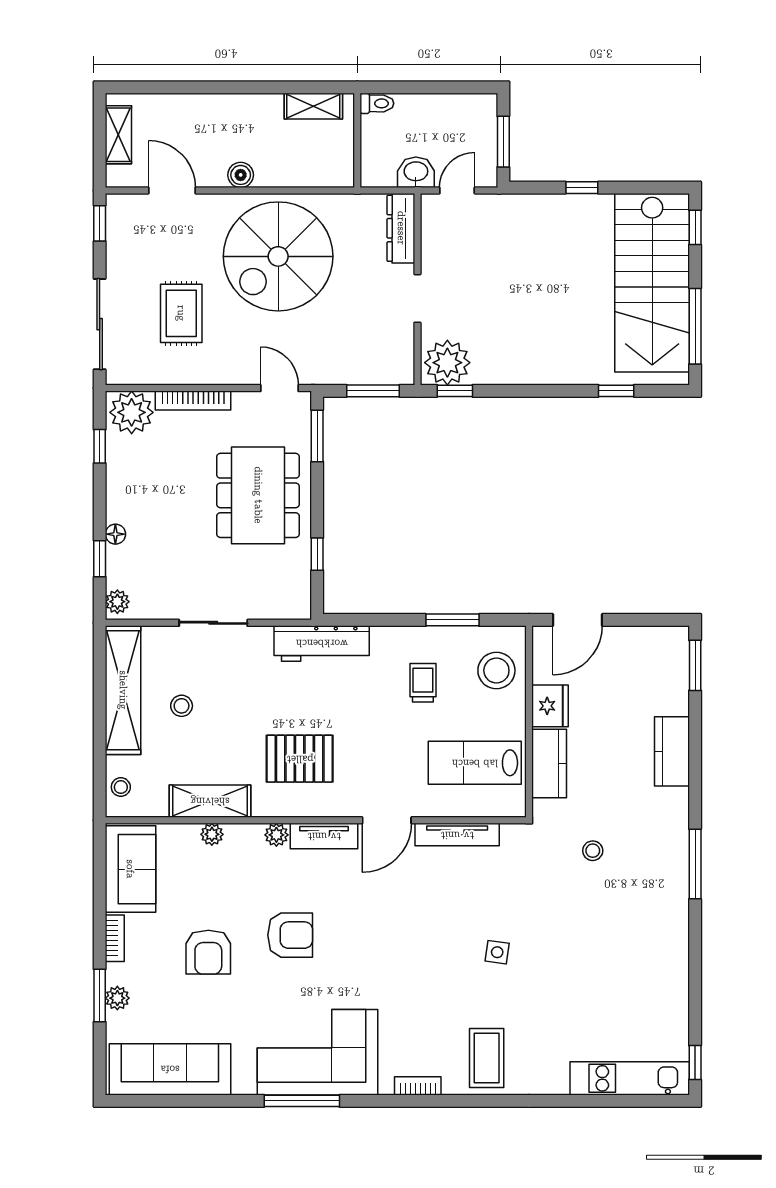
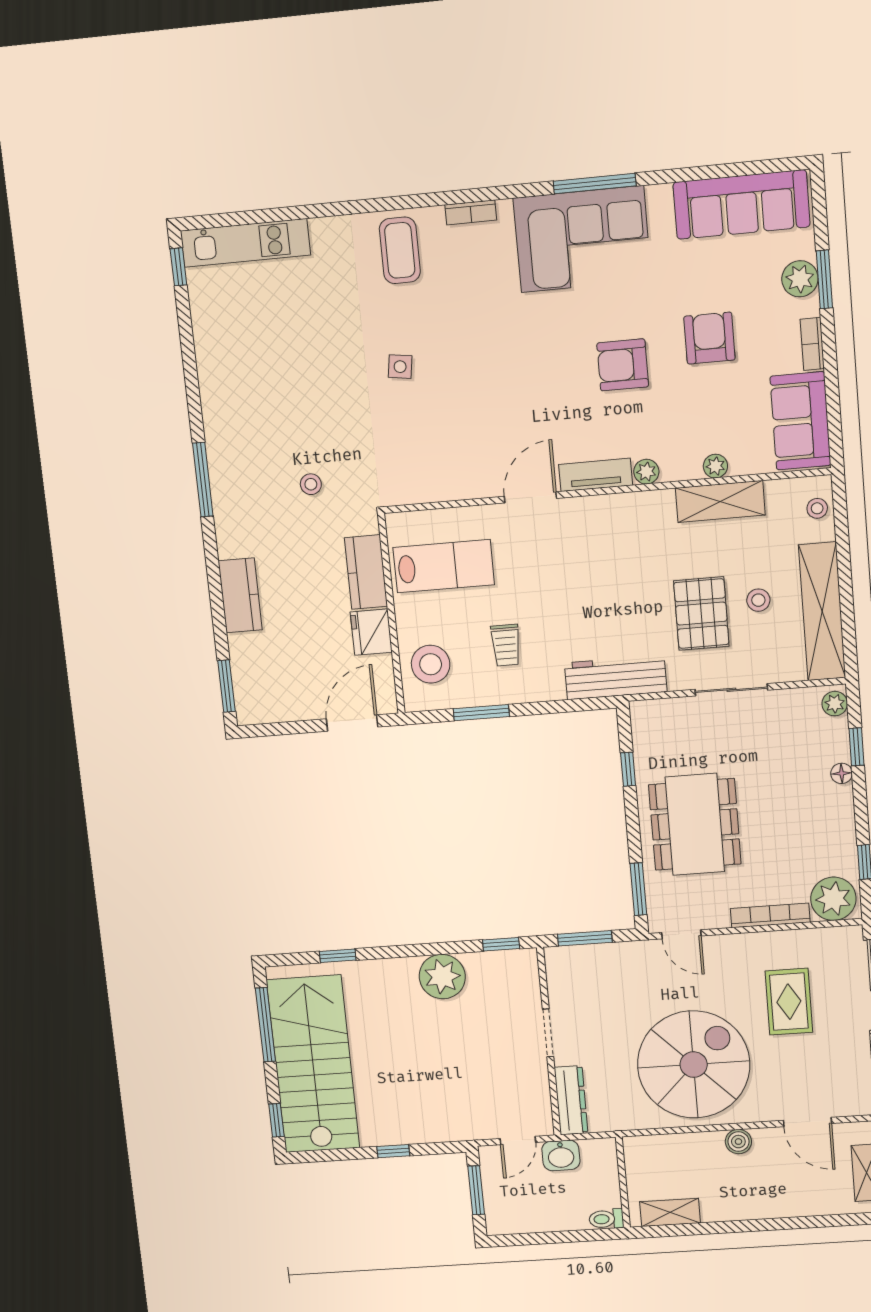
plant: (447, 363) -> (442, 977), moved
pallet: (300, 759) -> (701, 614), moved, turned 90
tv unit: (457, 835) -> (455, 489), removed
plant: (117, 998) -> (800, 279), width x1.38, depth x1.38

